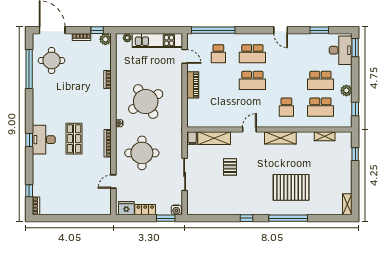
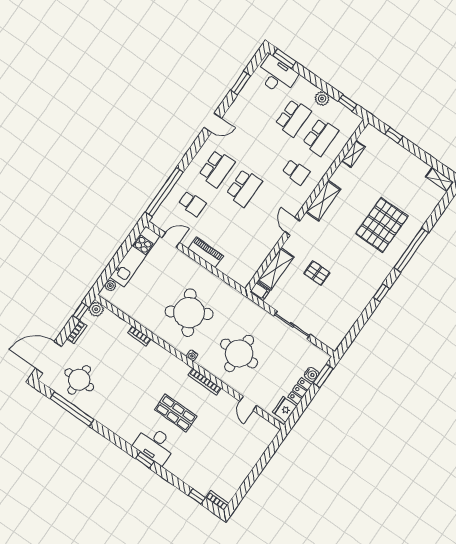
water cooler: (176, 210) -> (312, 374), moved

